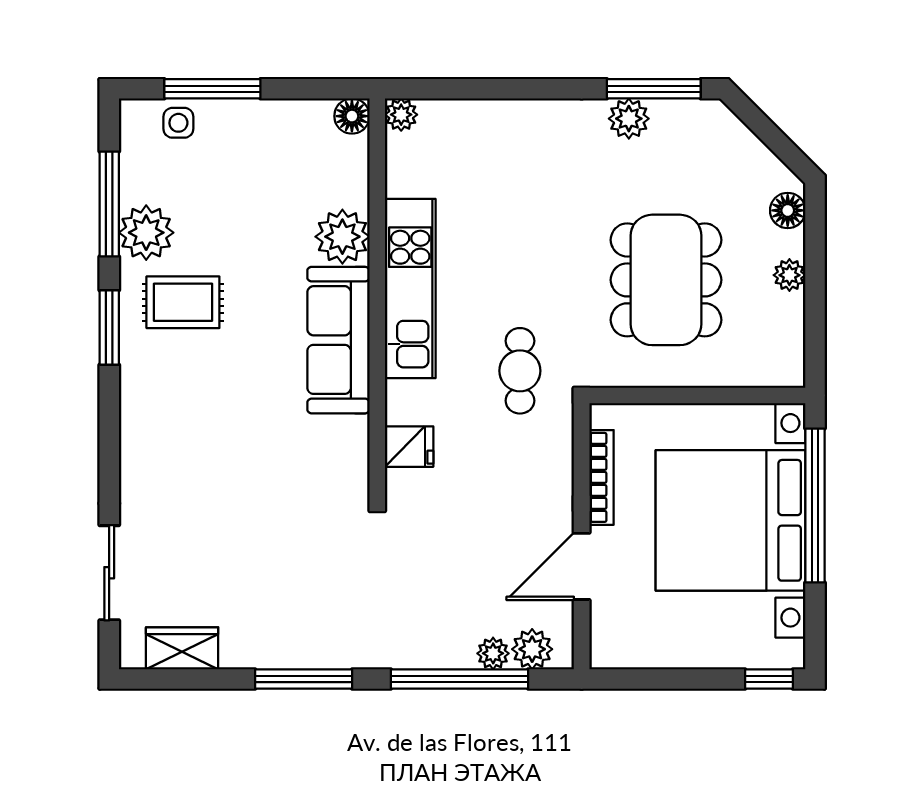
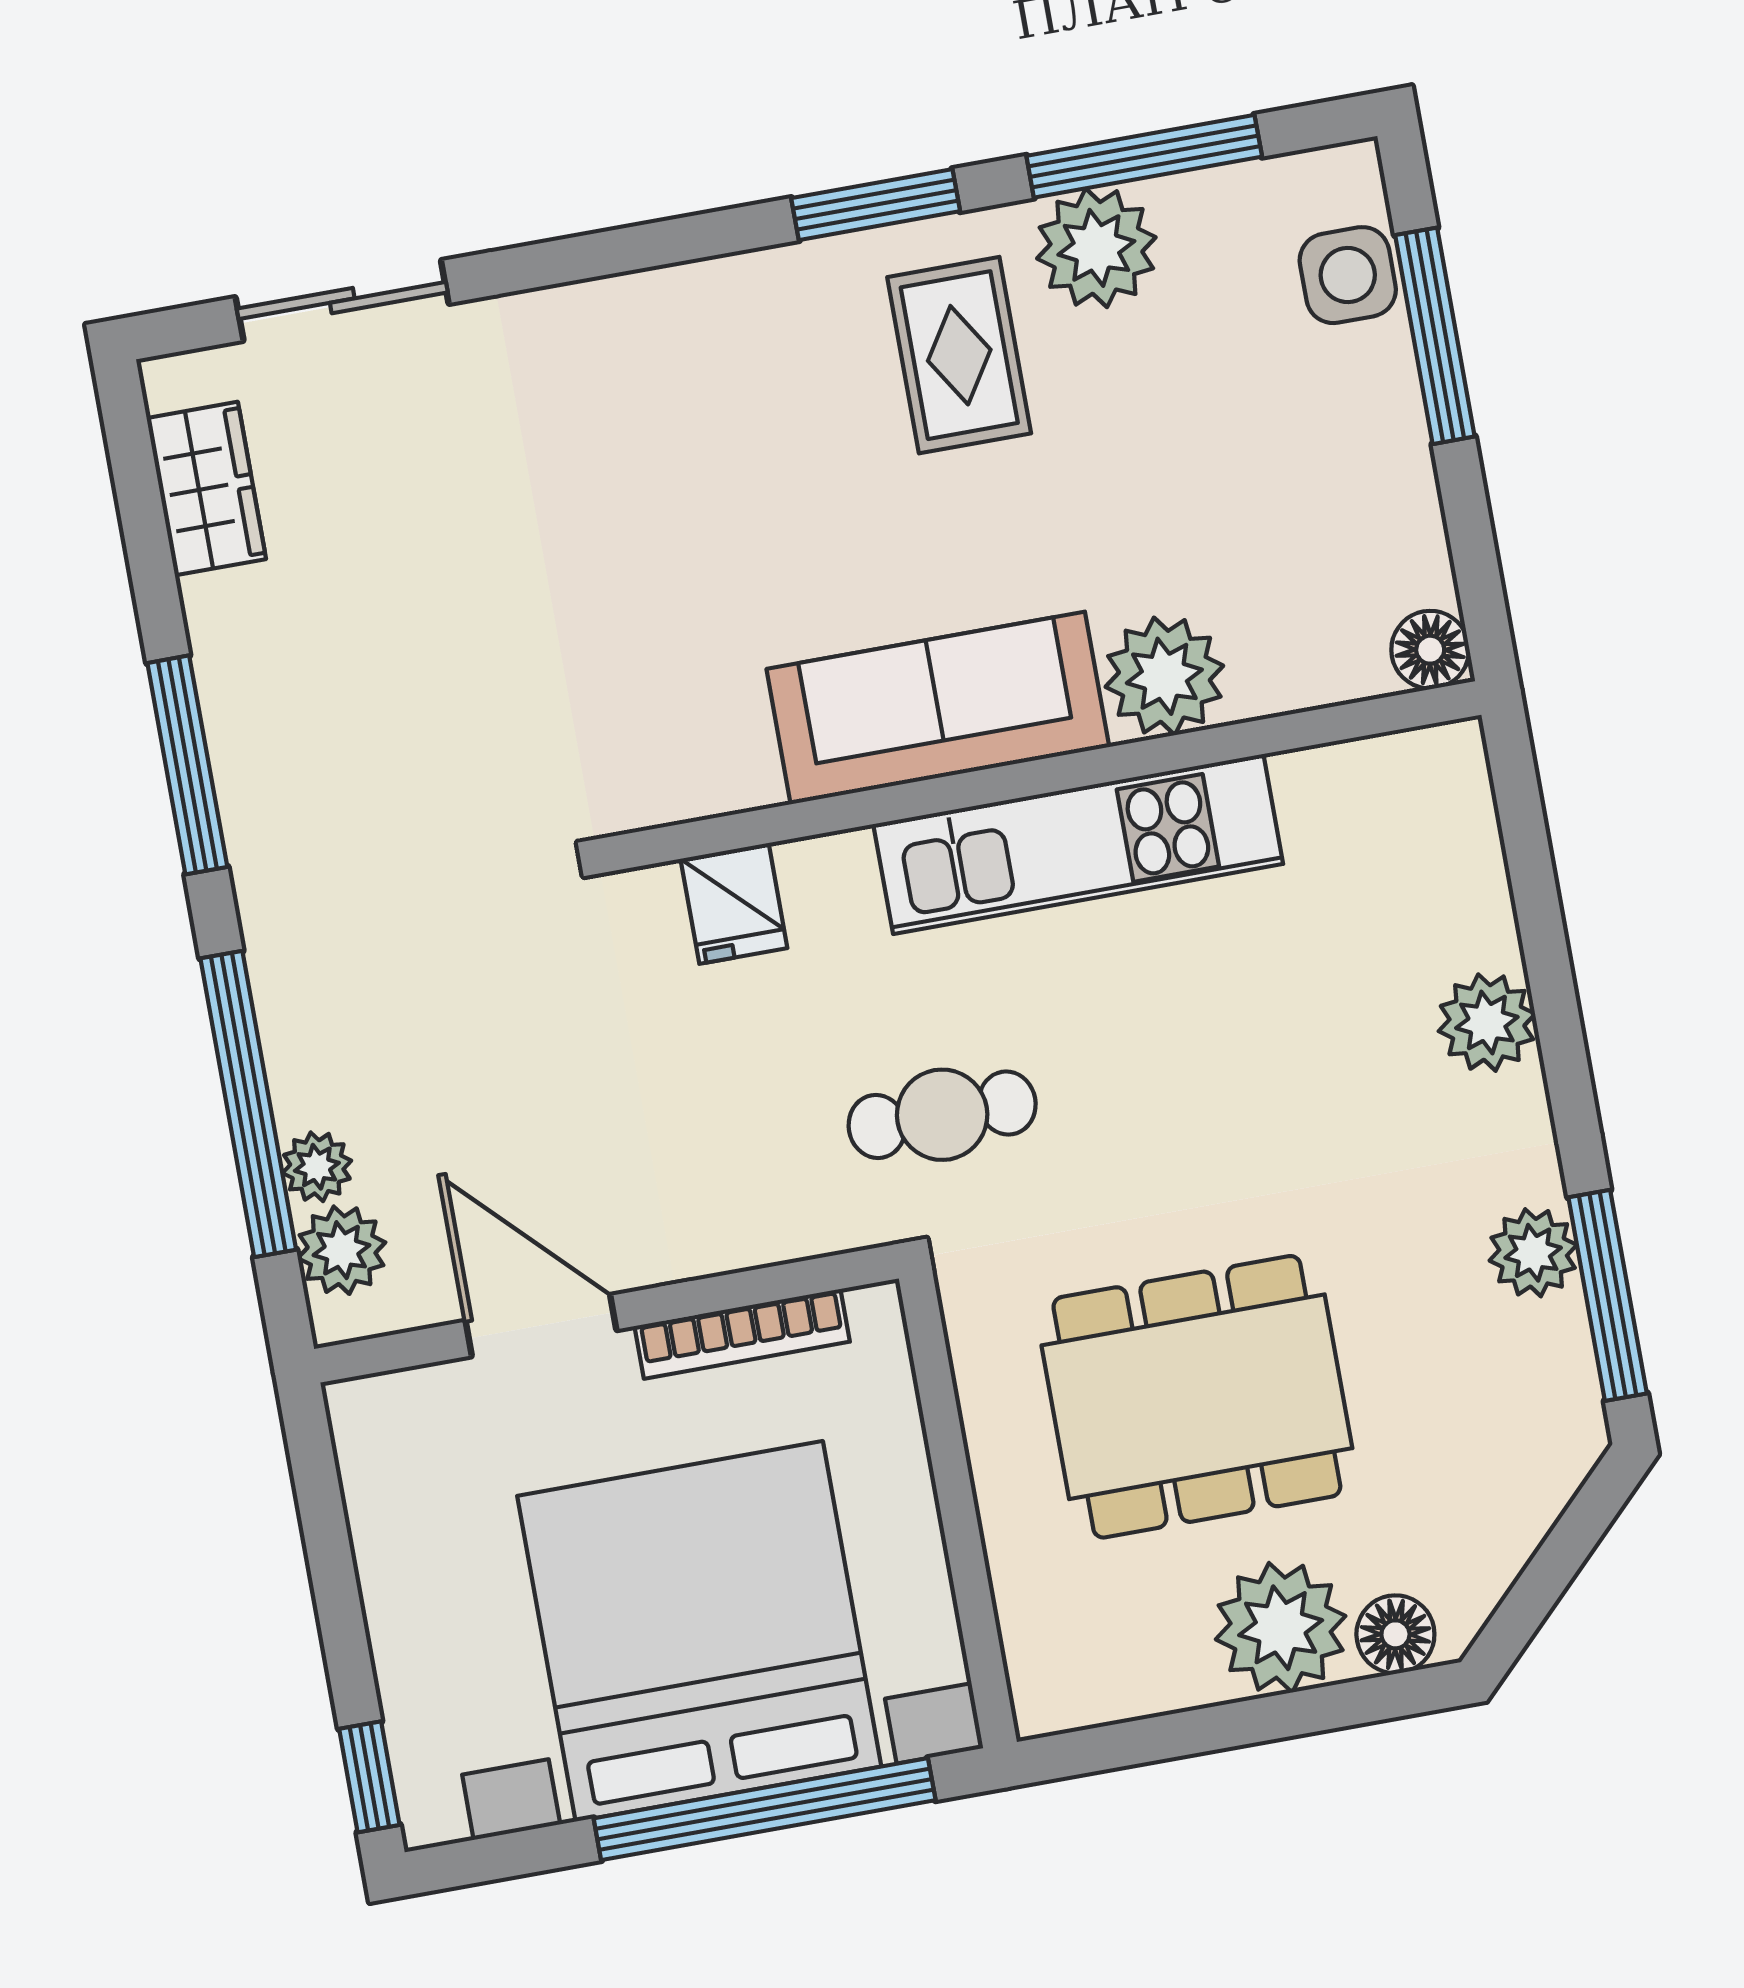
plant: (401, 115) -> (1487, 1023), moved, width x1.38, depth x1.38
side table: (178, 123) -> (1348, 275), width x1.37, depth x1.37
plant: (789, 275) -> (1281, 1628), width x1.87, depth x1.87

